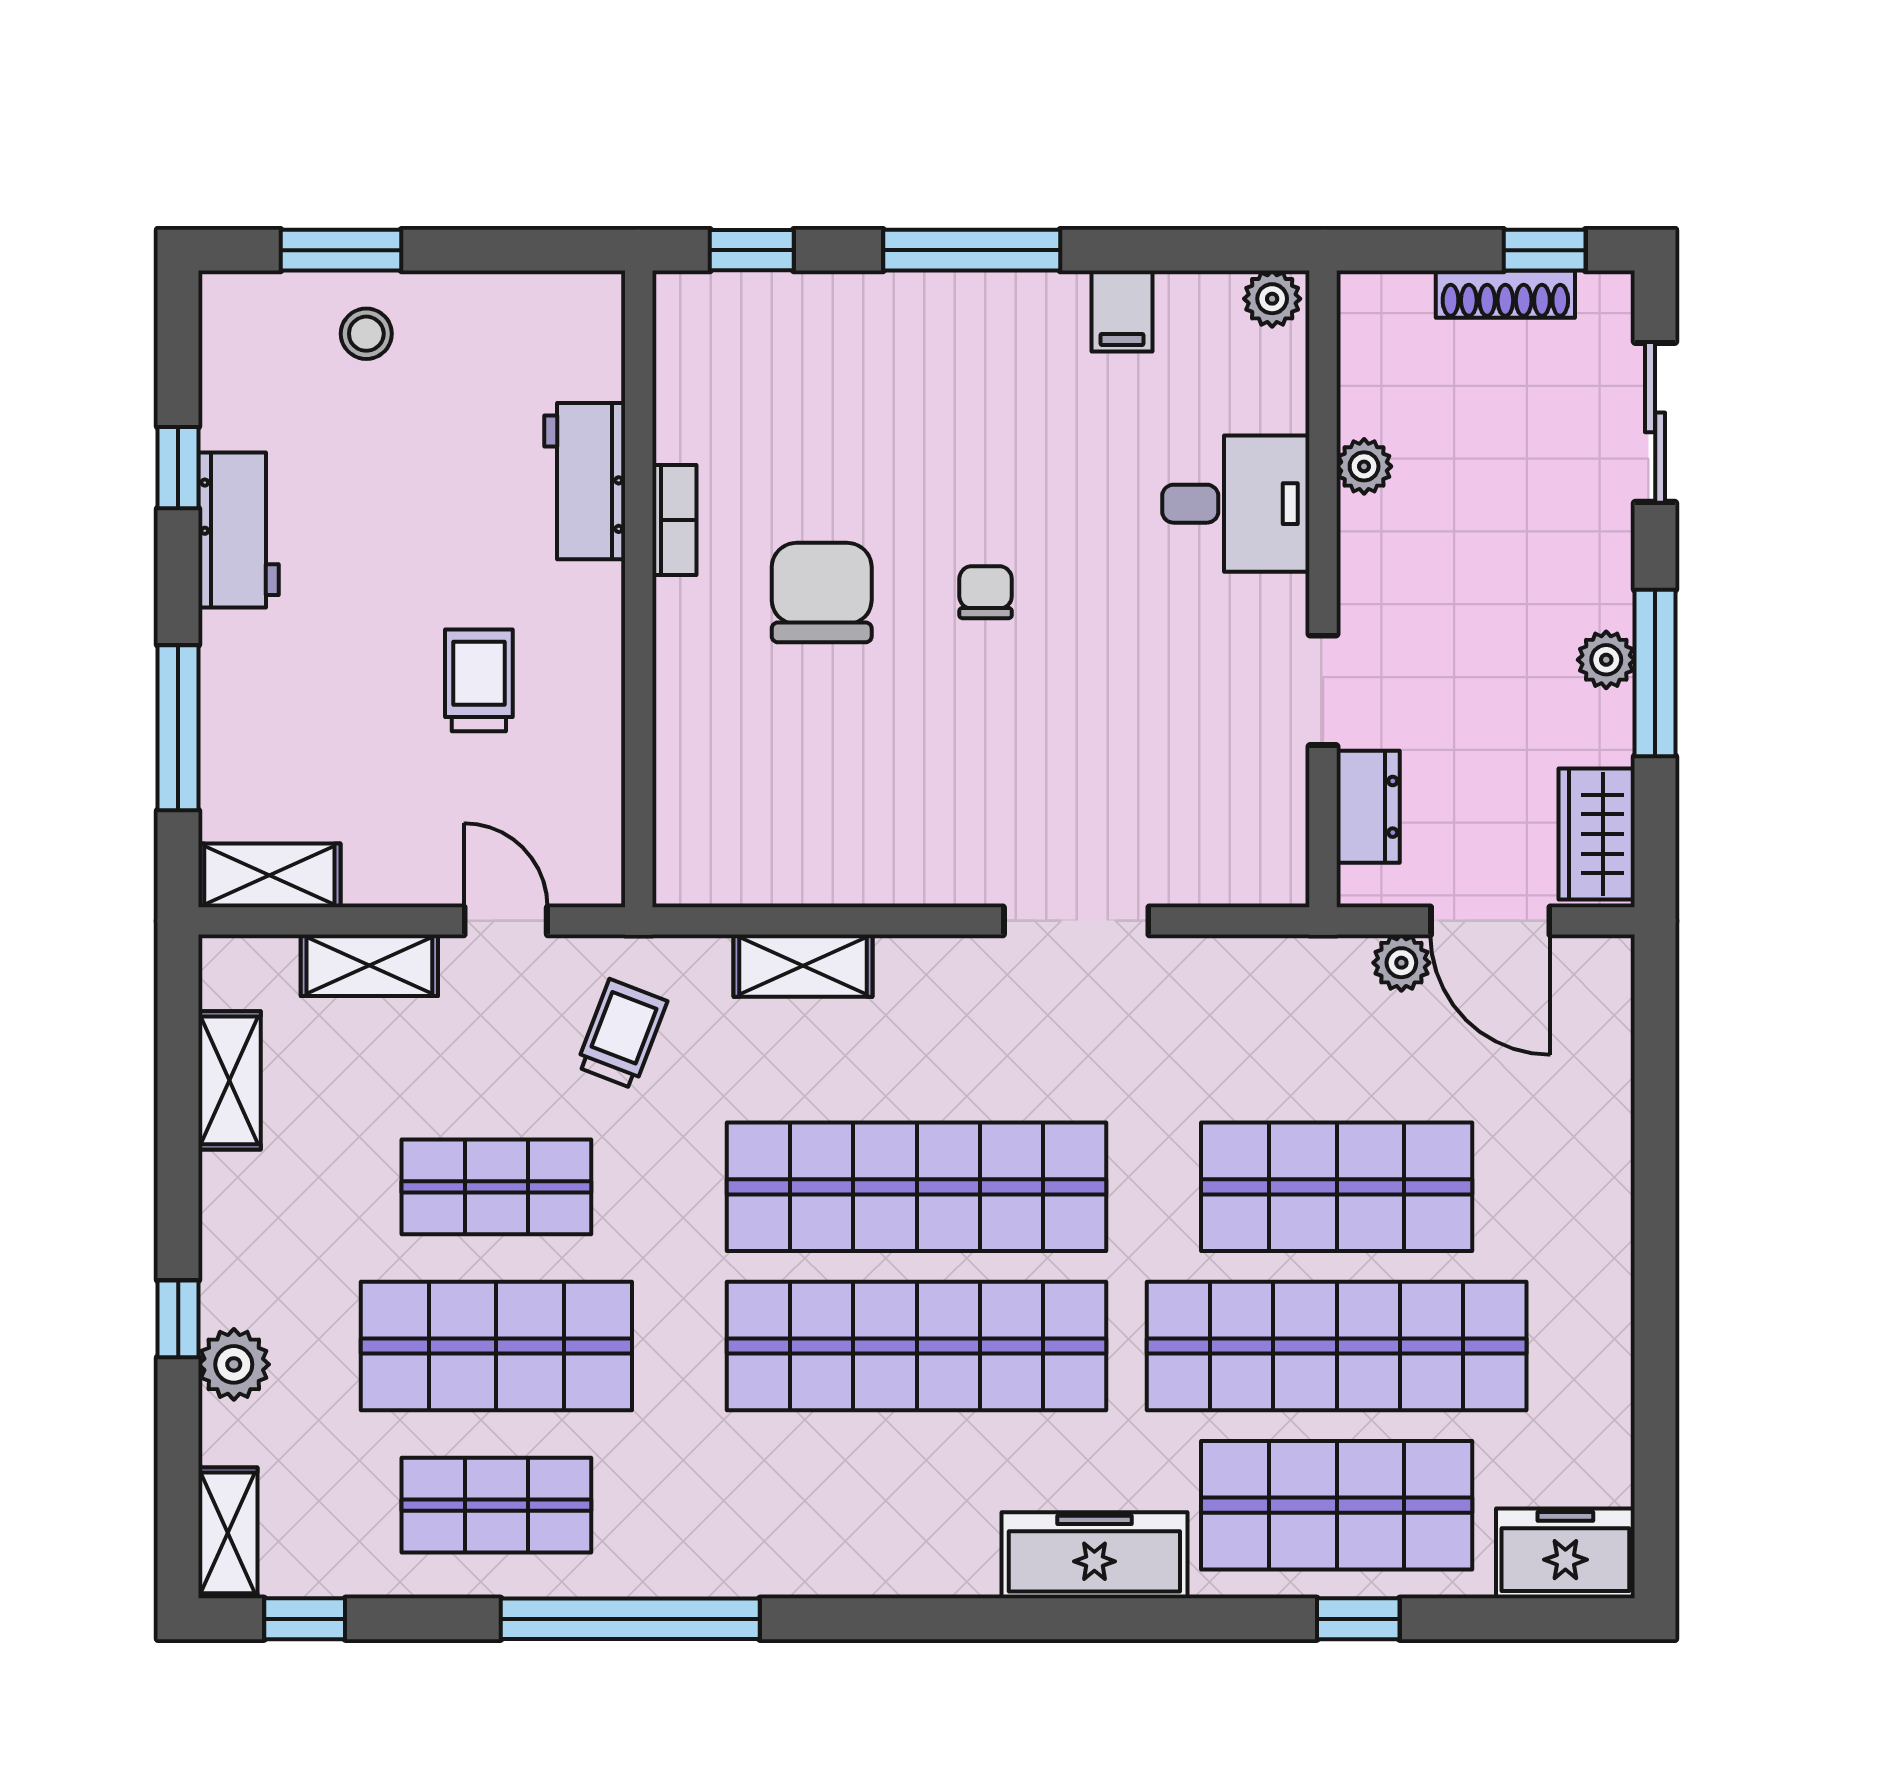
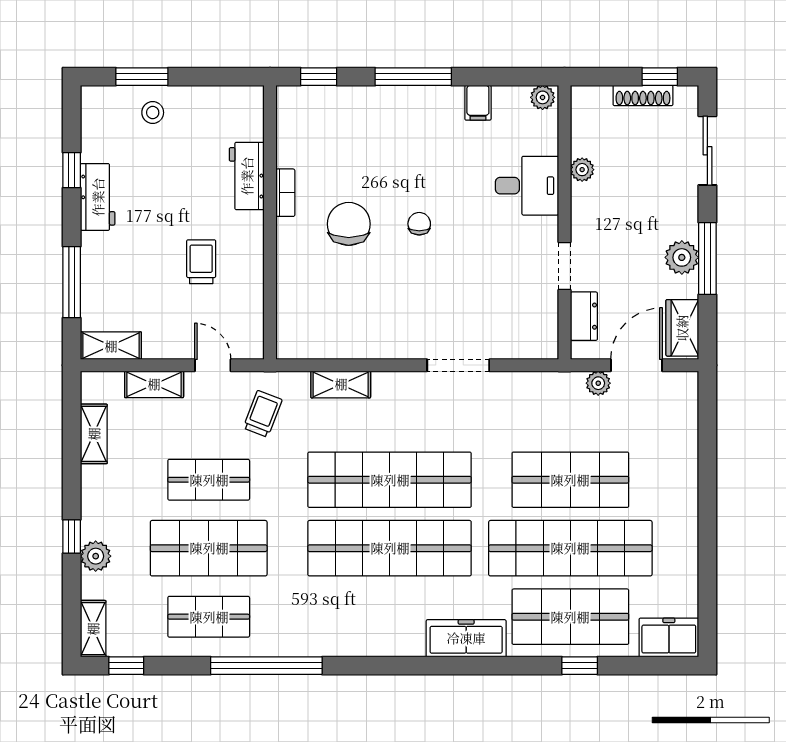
plant: (1606, 660) -> (682, 257), width x1.38, depth x1.38
door: (1490, 921) -> (636, 365), swing flipped

